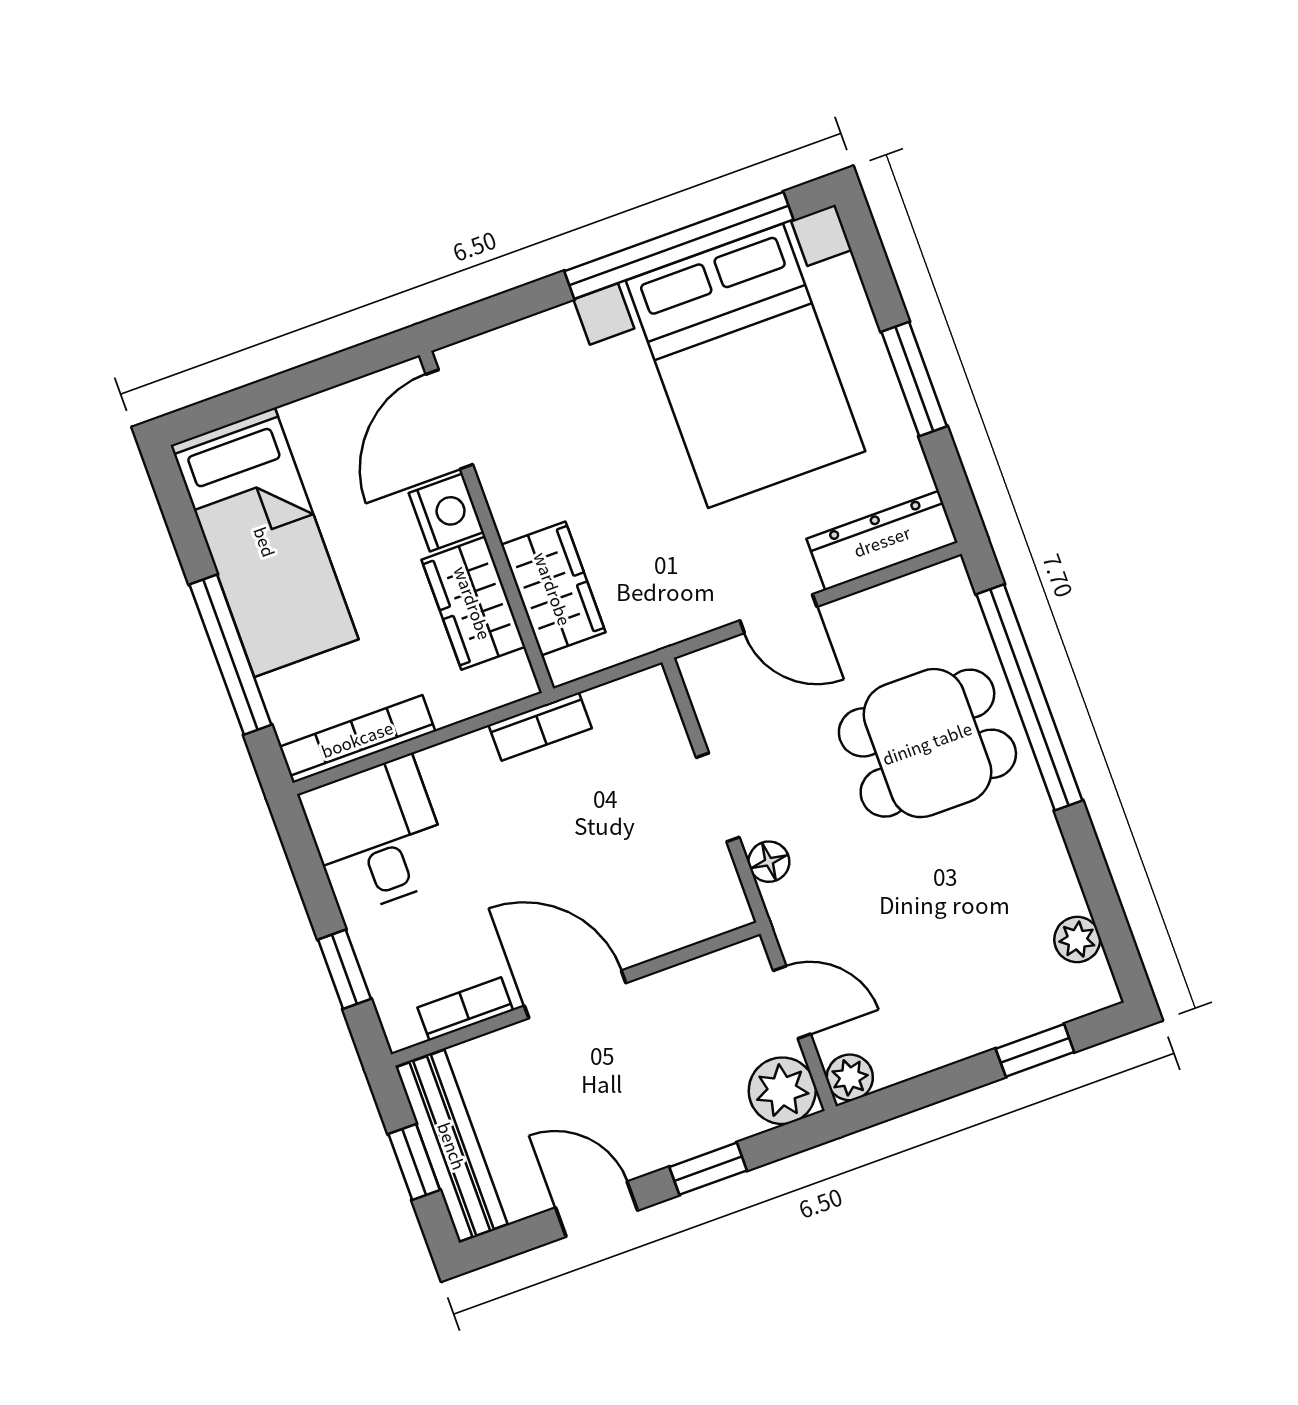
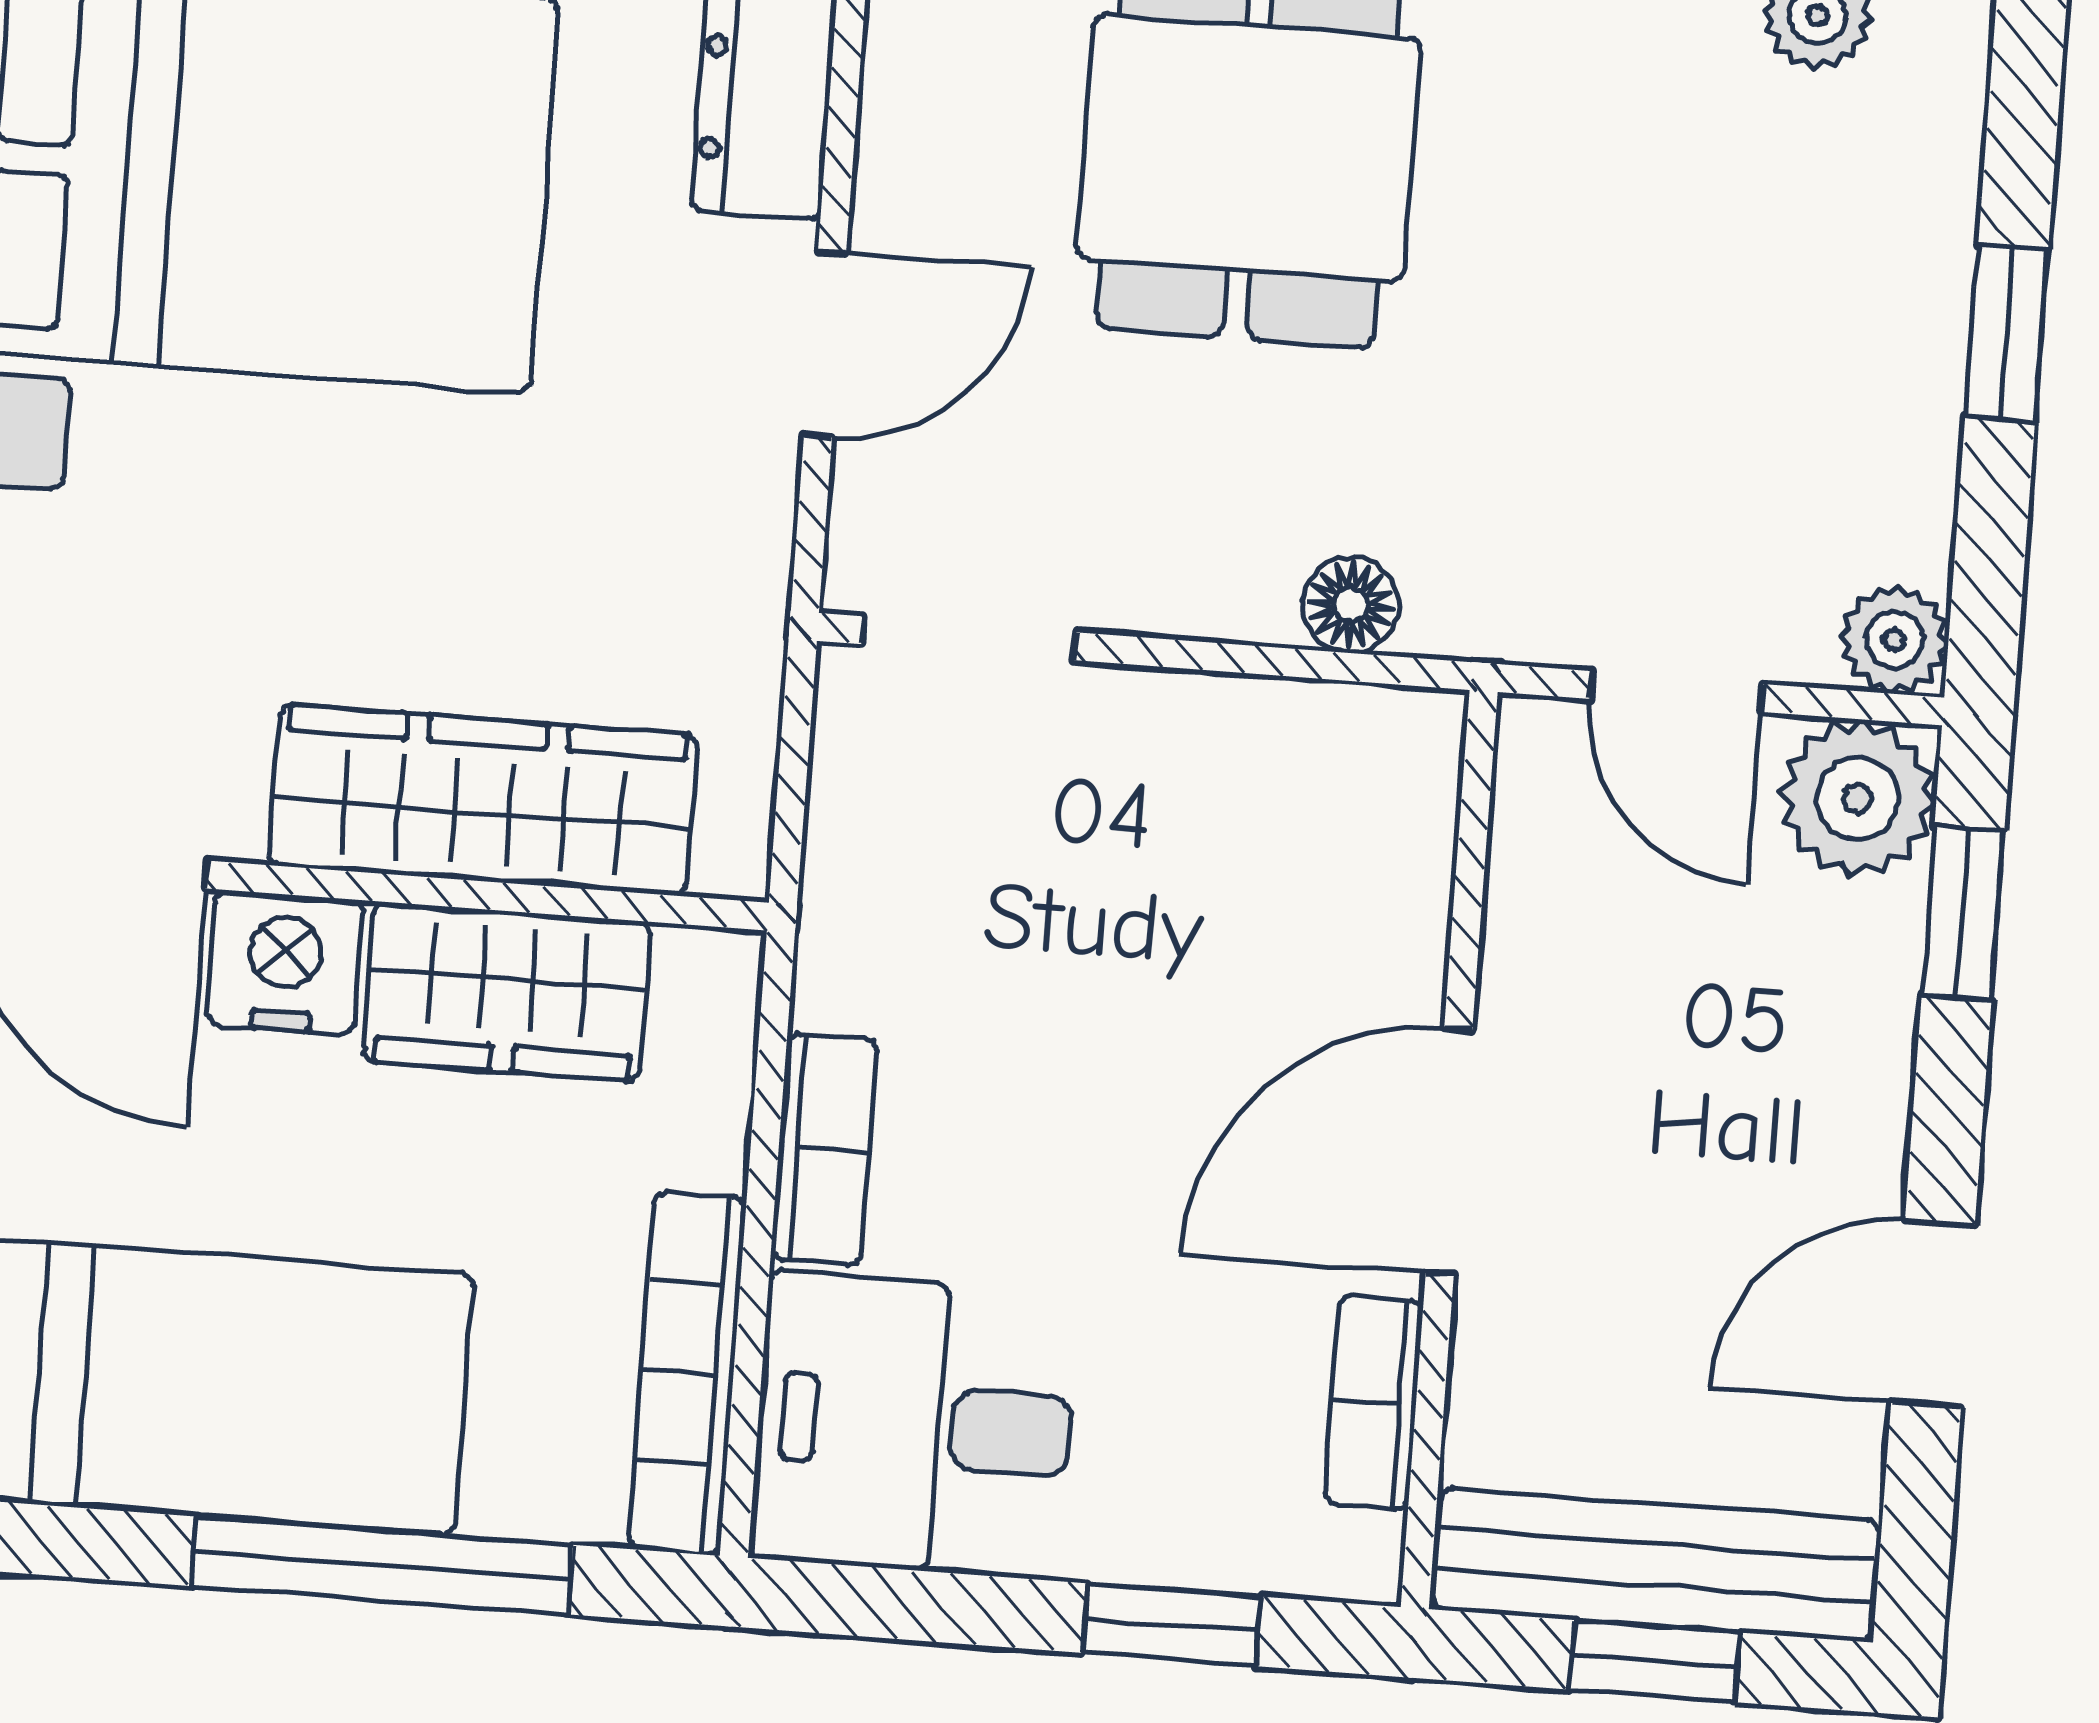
wardrobe: (553, 589) -> (483, 800), width x1.50
bookcase: (540, 727) -> (824, 1149), moved
doorway: (718, 797) -> (969, 638), moved
door: (792, 1002) -> (1676, 692), swing flipped
window: (1035, 1050) -> (2007, 333), moved
window: (708, 1169) -> (1963, 913), moved

